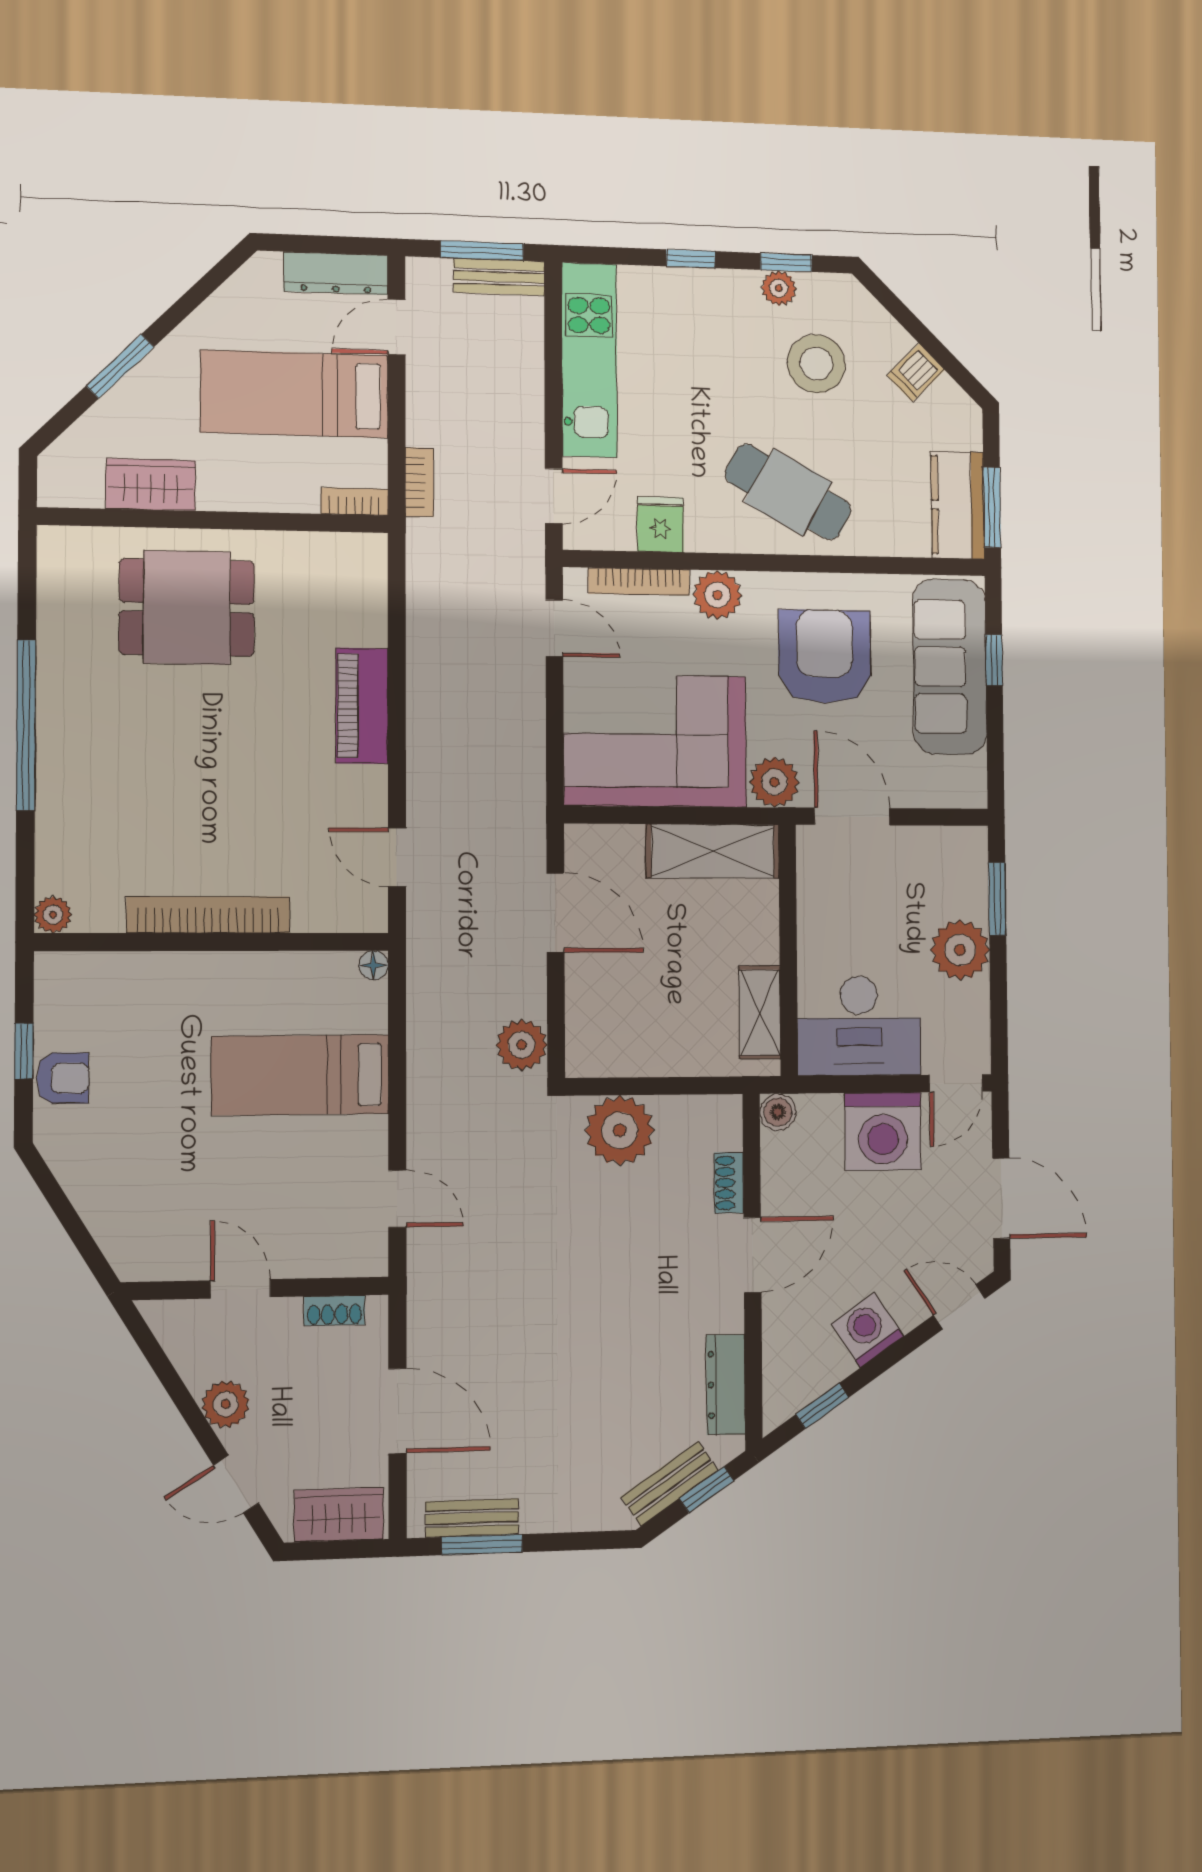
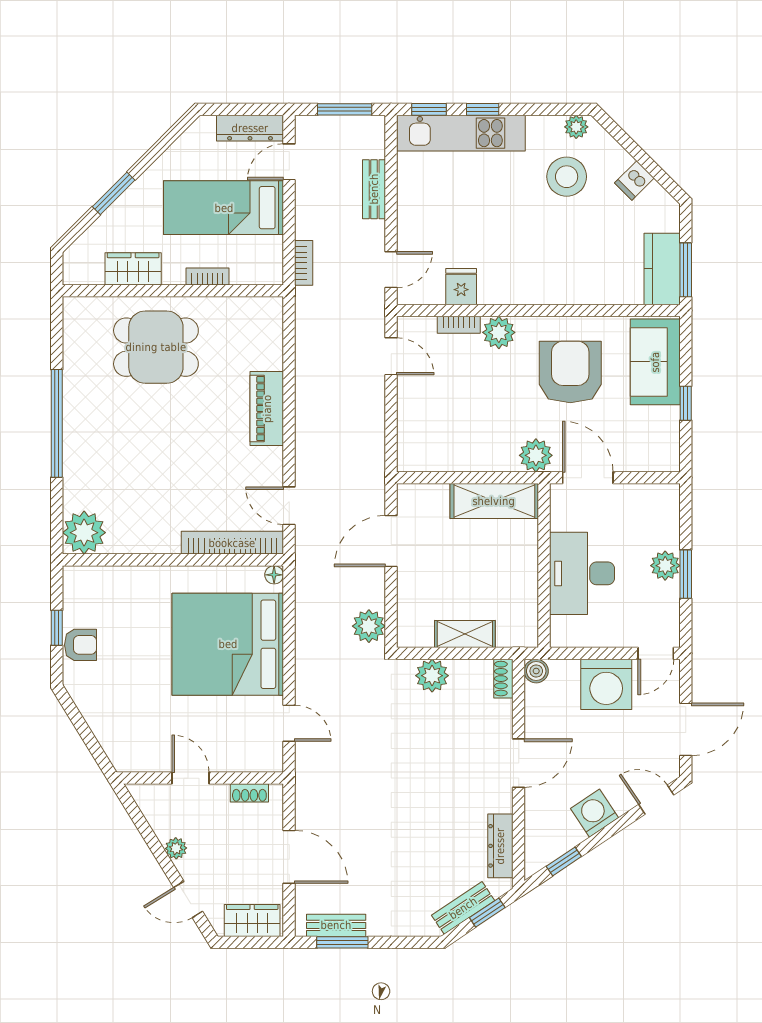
window: (786, 263) -> (429, 109), moved
bench: (499, 277) -> (374, 189), moved, turned 90
plant: (779, 288) -> (576, 127), moved
kitchen unit: (589, 360) -> (461, 133), moved, turned 90
cafe table: (788, 492) -> (547, 263), removed
bookcase: (354, 501) -> (207, 276), moved
bookcase: (639, 582) -> (459, 325), width x0.64
window: (994, 660) -> (686, 403), moved
sofa: (950, 667) -> (655, 362), width x0.73
corner sofa: (655, 741) -> (457, 429), removed
window: (997, 899) -> (686, 574), moved
door: (556, 913) -> (391, 541), swing flipped
plant: (53, 915) -> (84, 533), width x1.87, depth x1.87
bookcase: (208, 915) -> (232, 543), moved
plant: (960, 950) -> (665, 566), width x0.73, depth x0.73
shelving: (760, 1012) -> (465, 634), moved, turned 90
desk: (859, 1026) -> (582, 573), moved, turned 90
bed: (300, 1075) -> (228, 644), width x2.04
plant: (620, 1130) -> (432, 676), width x0.73, depth x0.73
shoe rack: (729, 1183) -> (503, 679), moved
door: (1001, 1198) -> (686, 729), hinge flipped
plant: (226, 1404) -> (176, 848), width x0.73, depth x0.73

